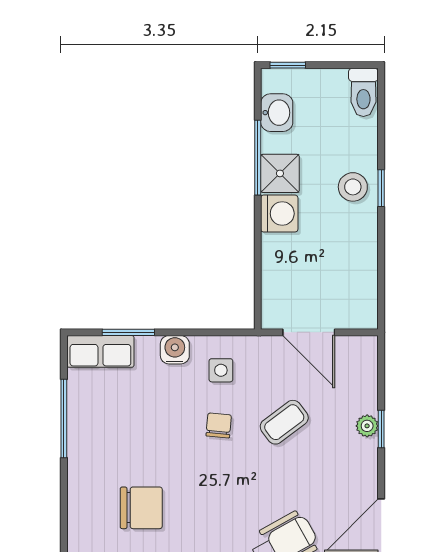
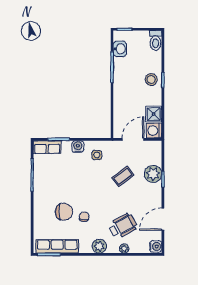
shower: (280, 173) -> (154, 114), moved
washing machine: (279, 214) -> (154, 131), moved, turned 180
door: (309, 332) -> (133, 139), swing flipped
chair: (219, 425) -> (84, 217), moved
plant: (367, 426) -> (153, 174), width x1.88, depth x1.88

